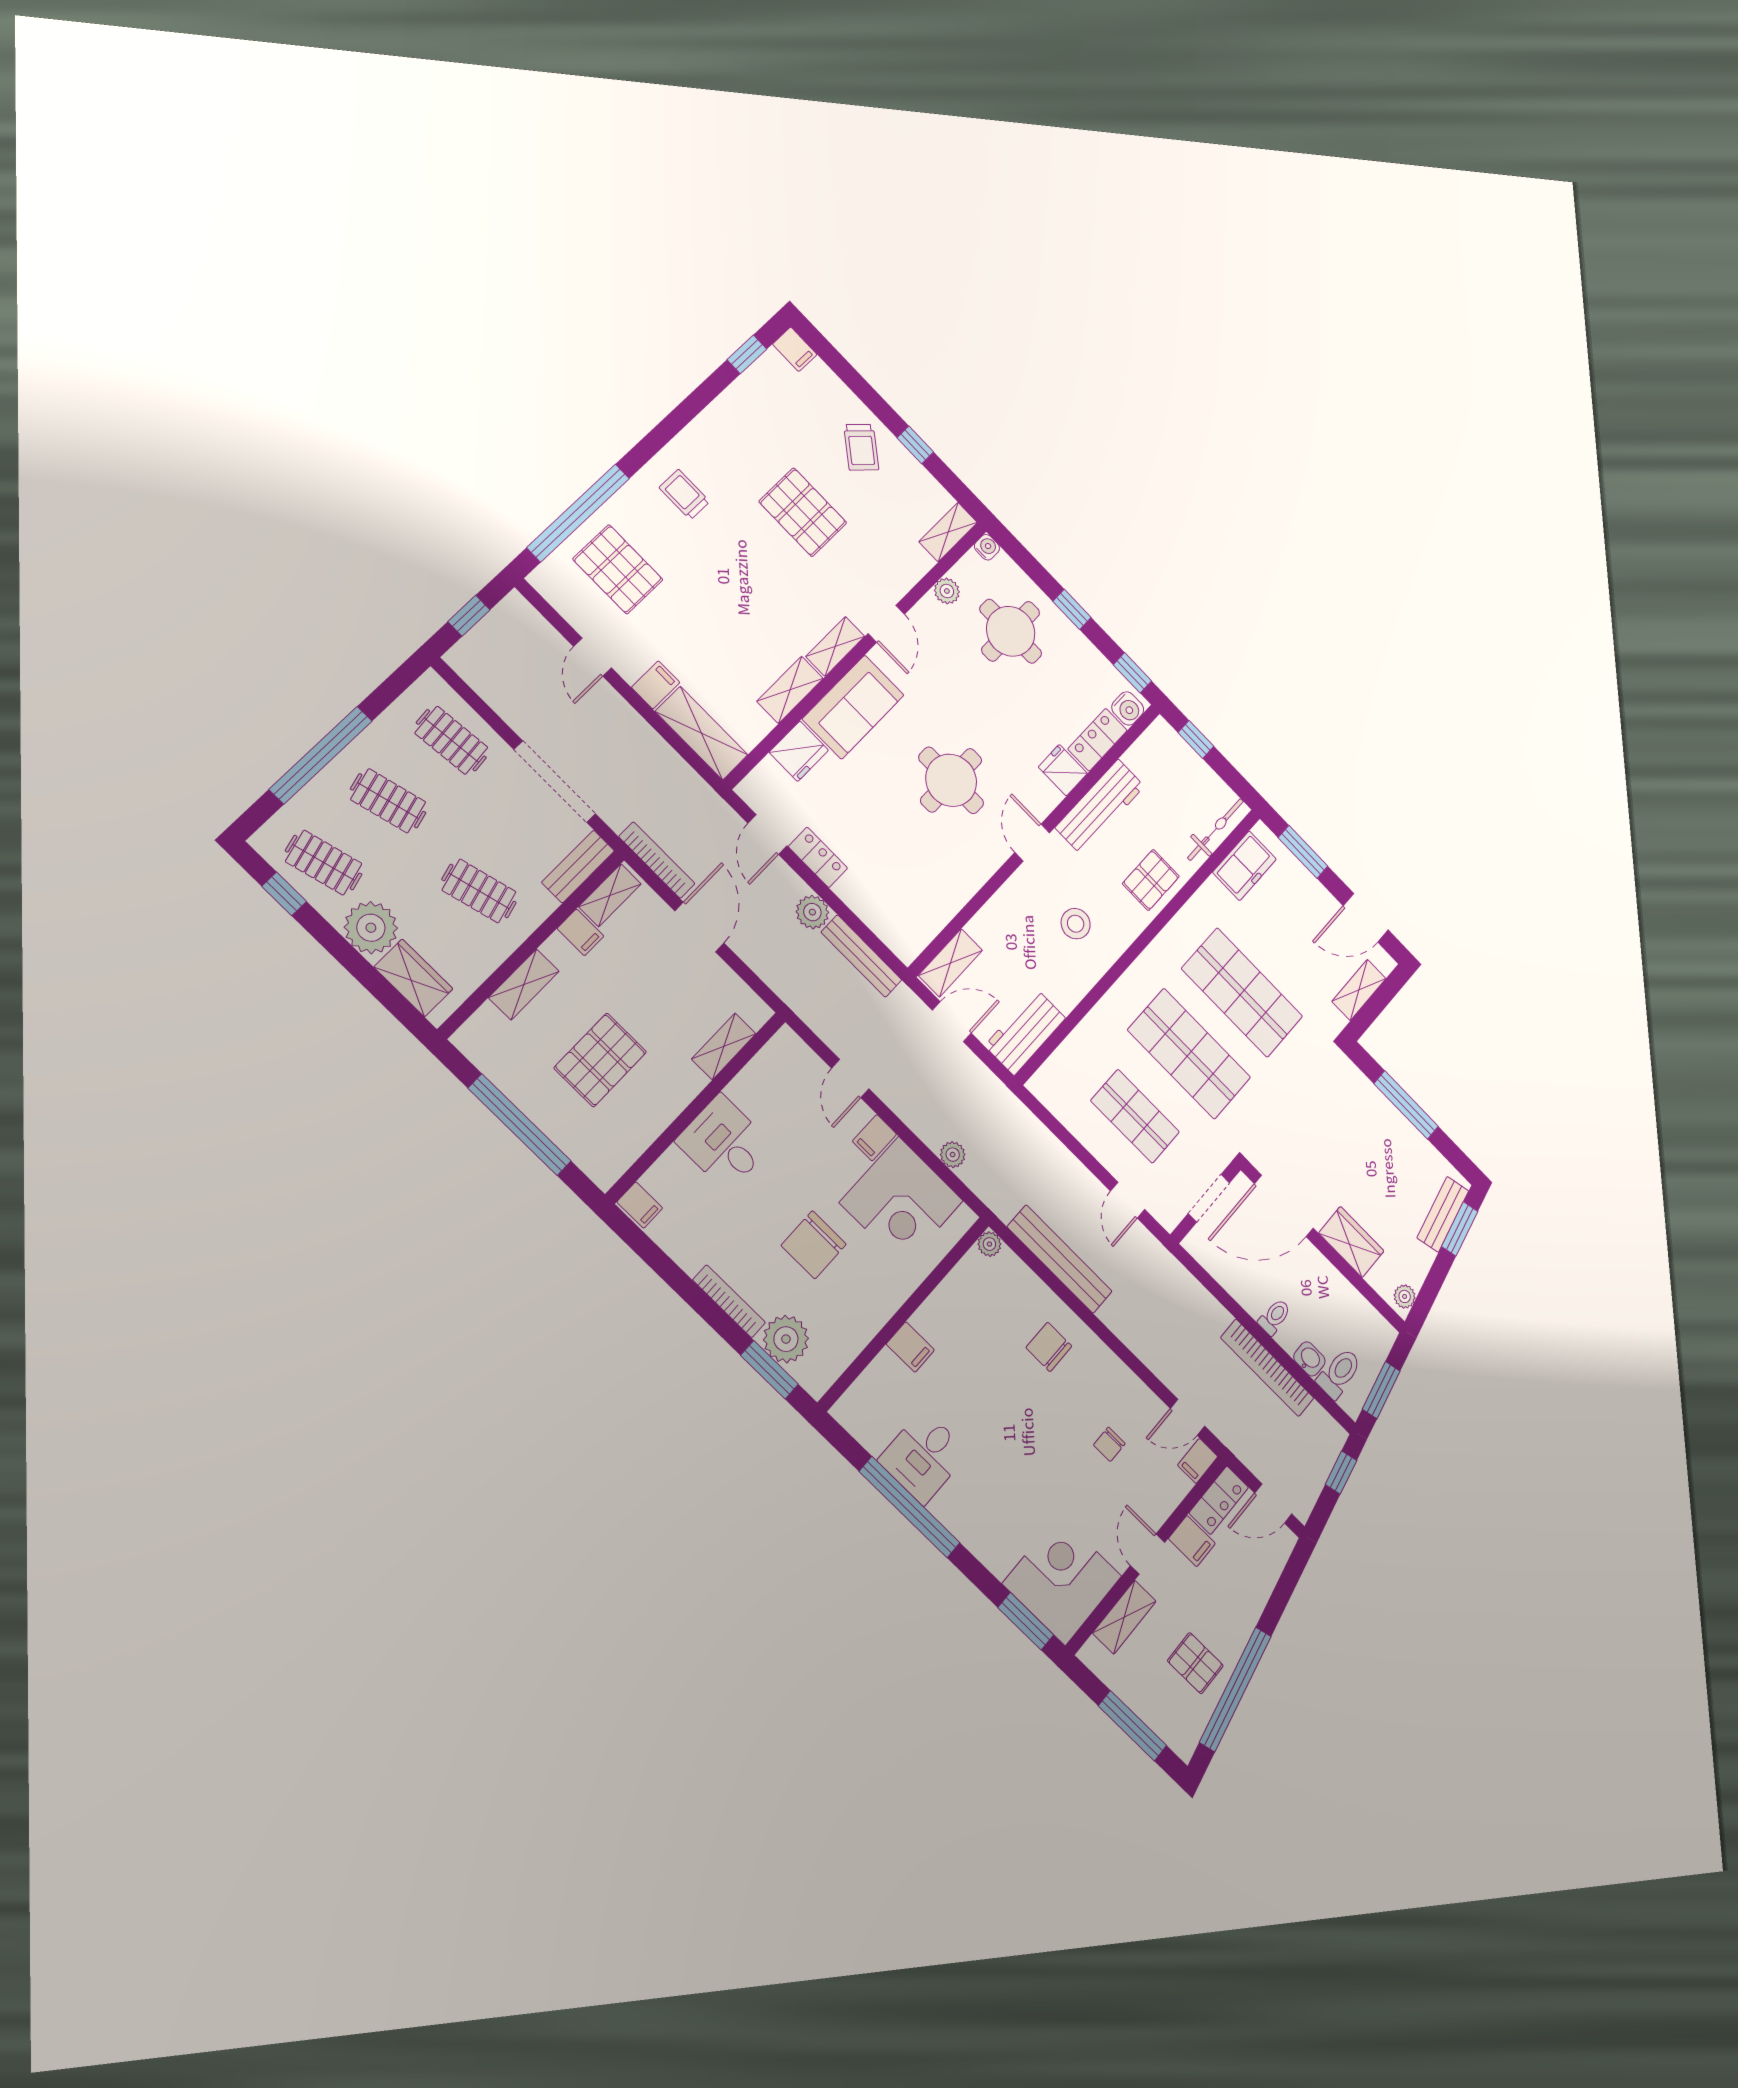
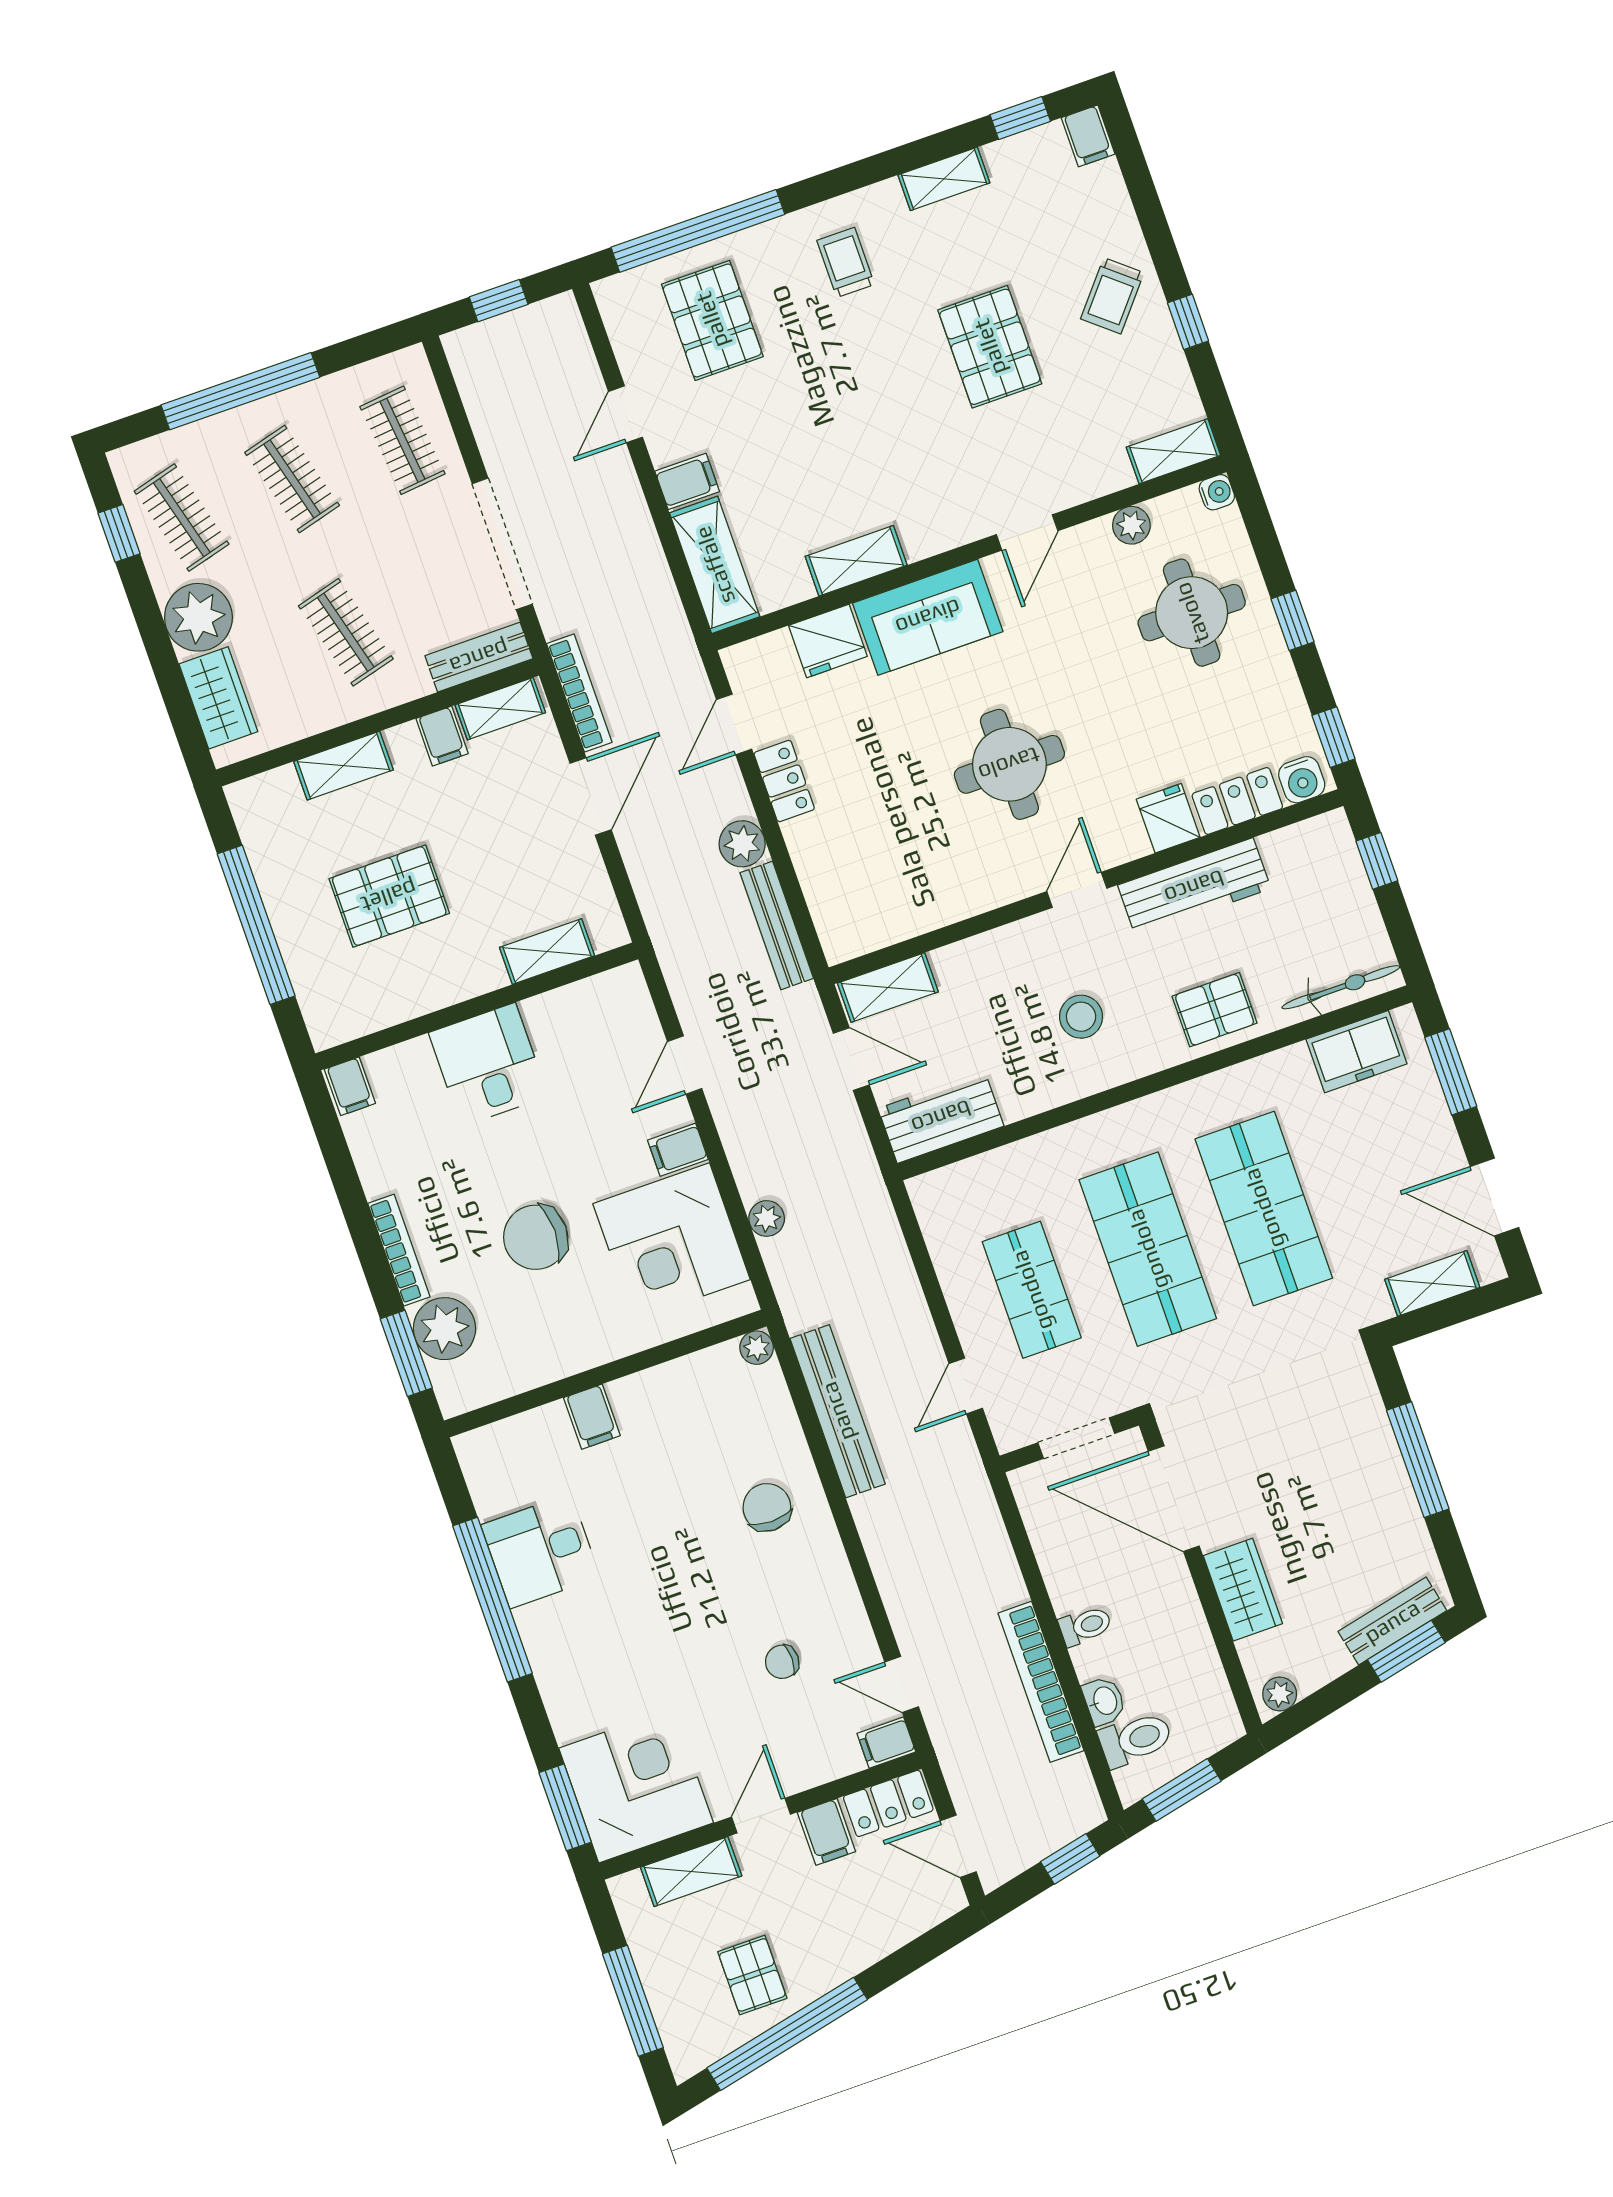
shelving: (835, 646) -> (944, 179), moved

